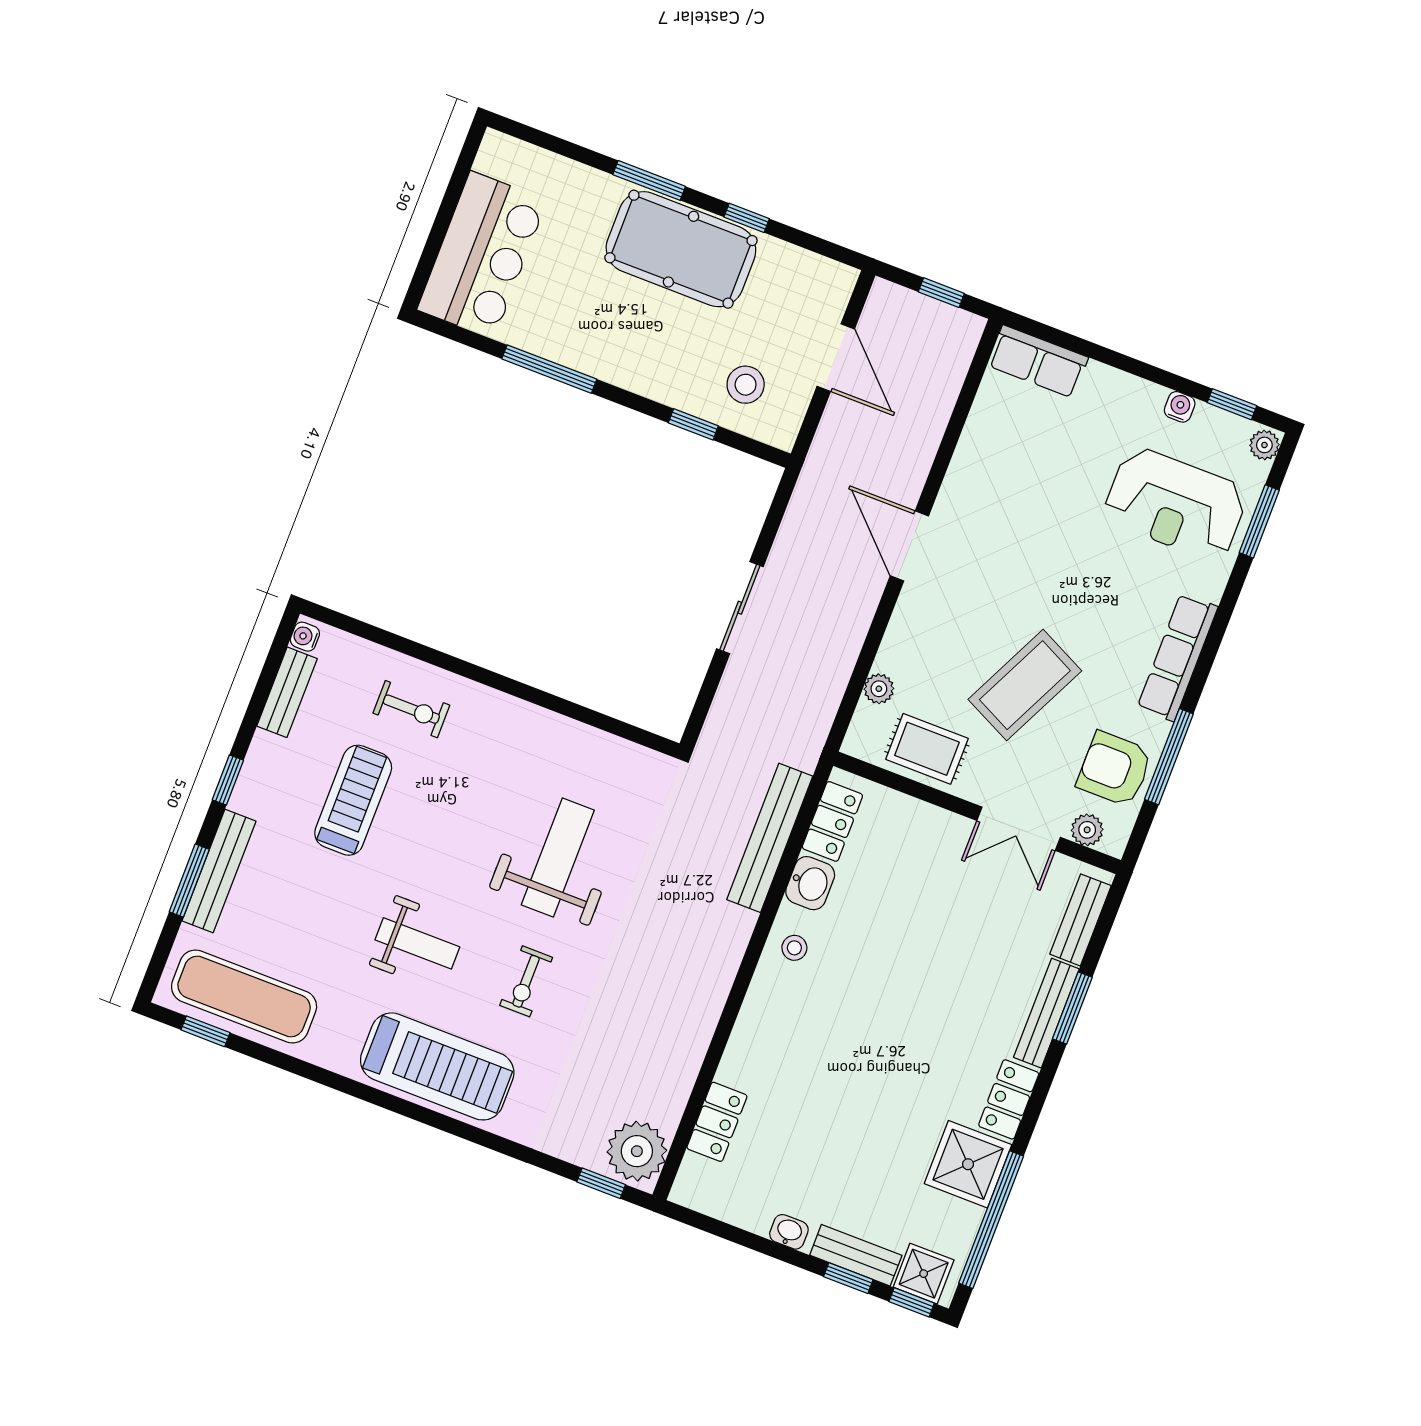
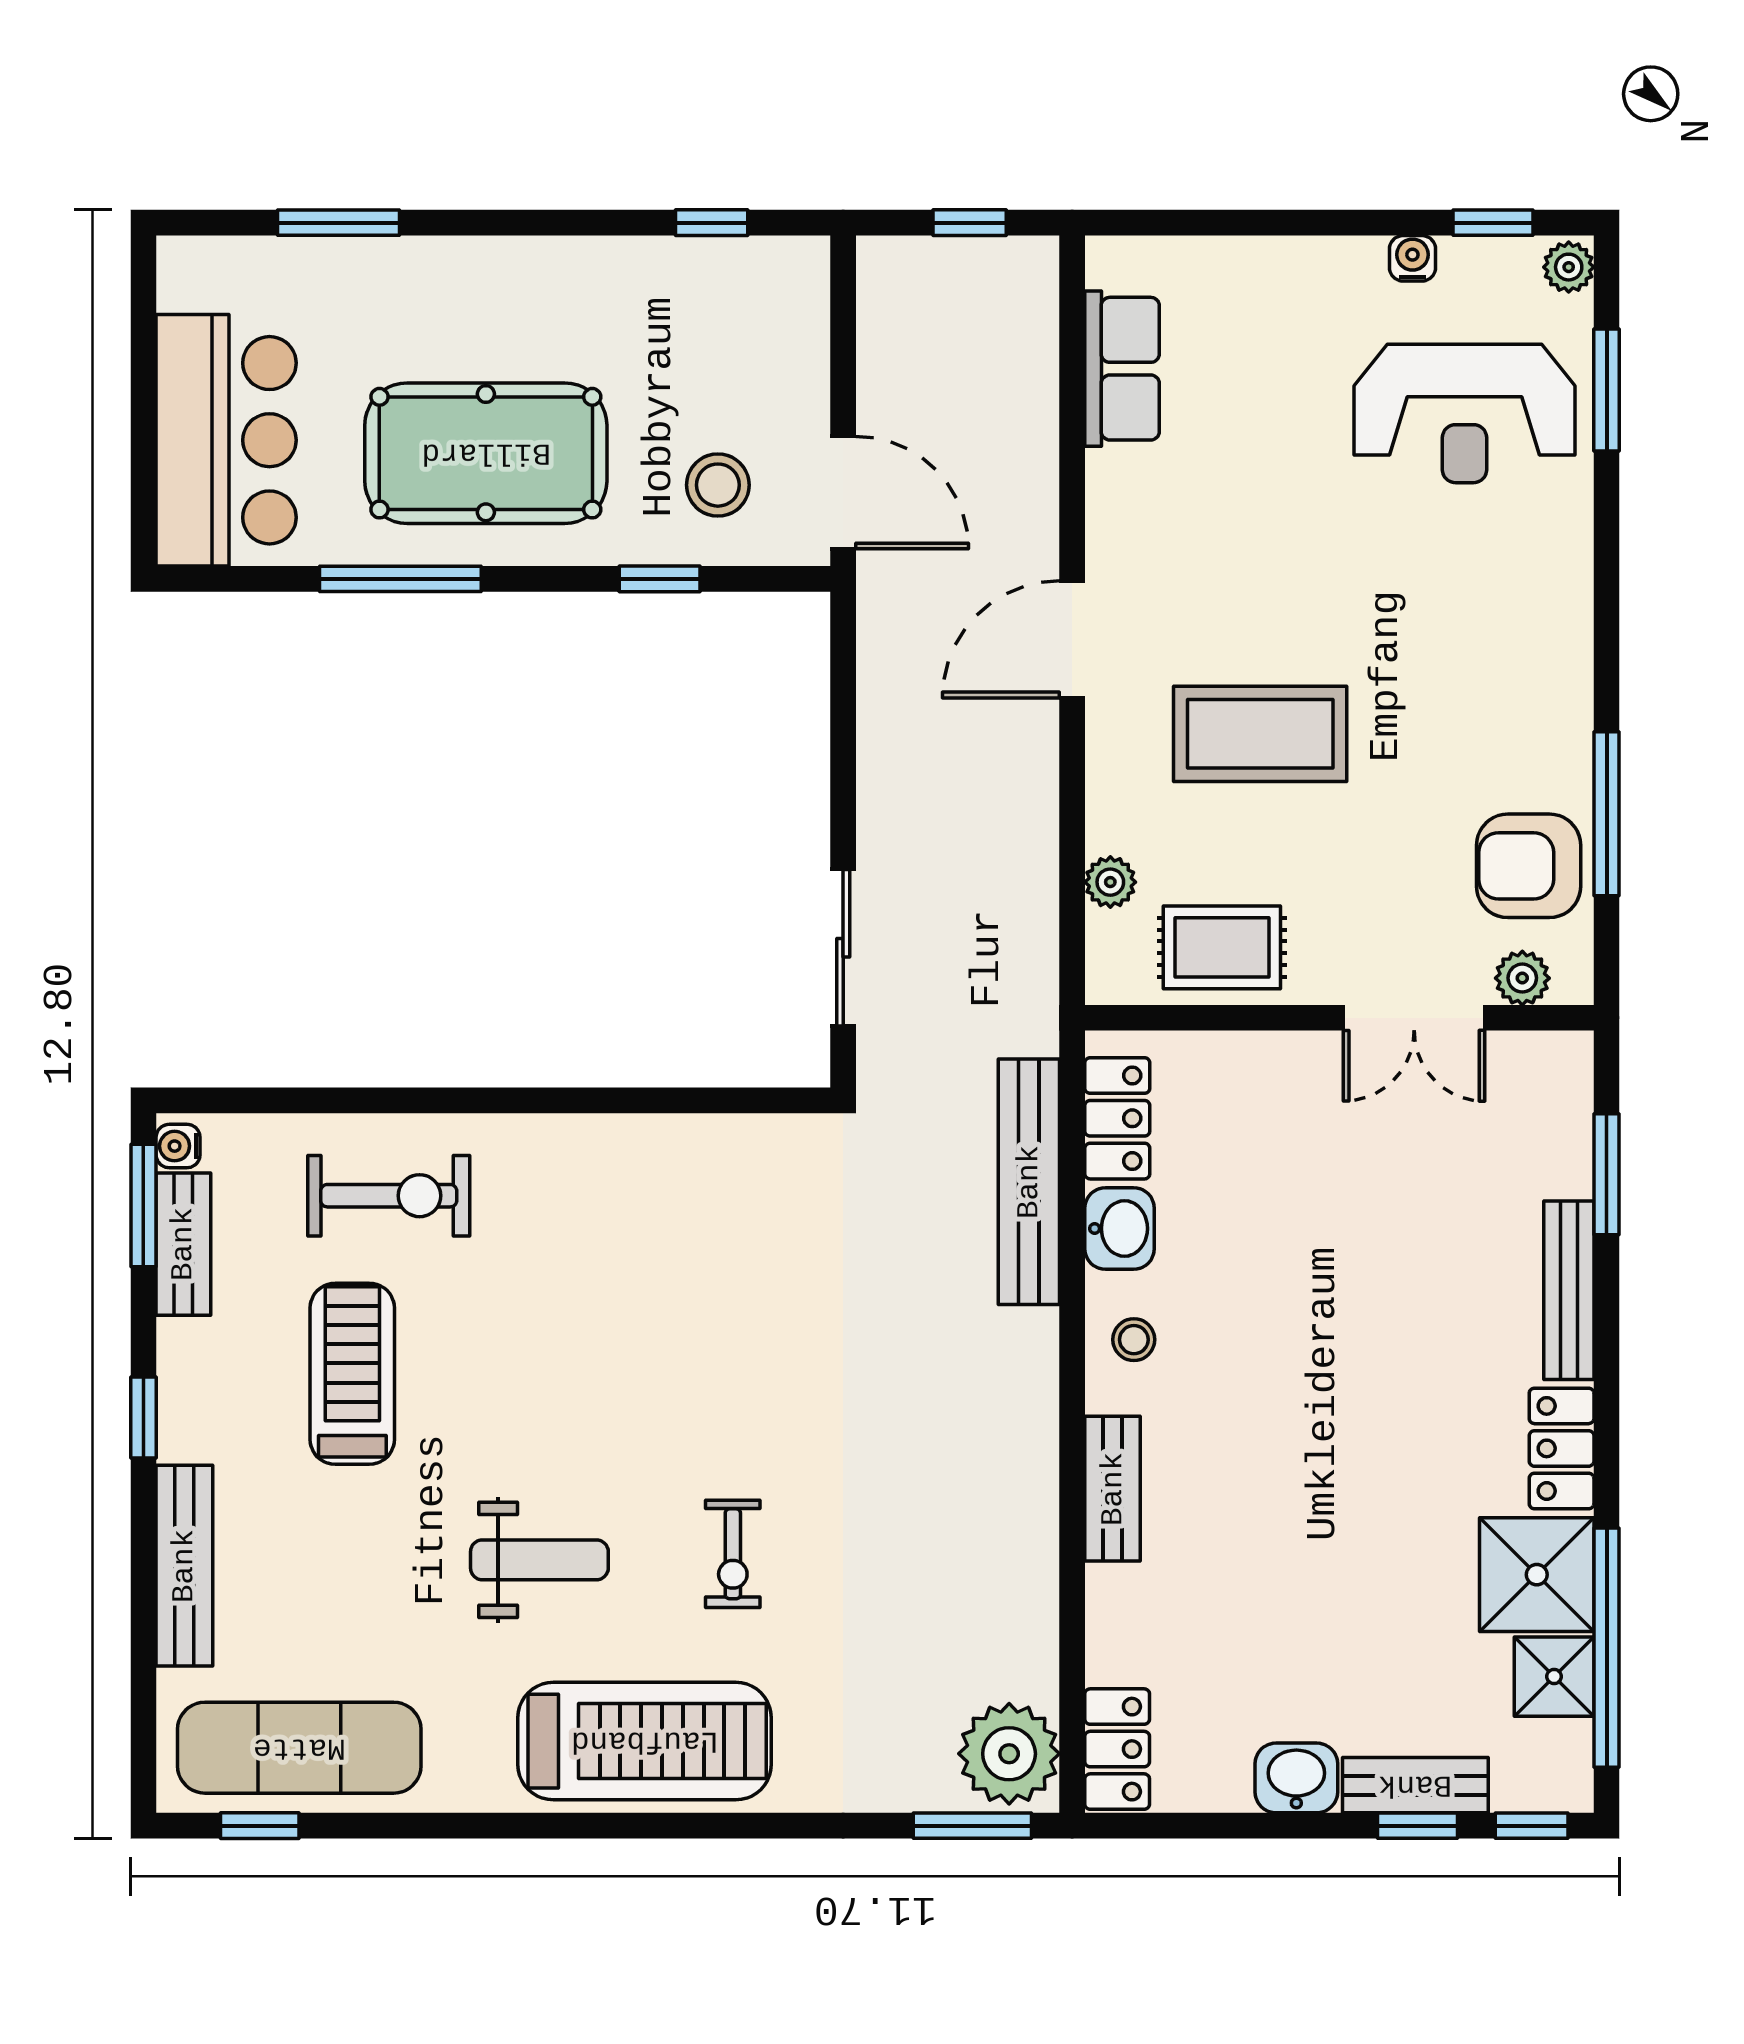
window: (649, 180) -> (338, 223), moved
window: (747, 218) -> (712, 223), moved
pool table: (681, 249) -> (486, 453), moved
door: (836, 358) -> (843, 493), moved
row of seats: (1038, 361) -> (1122, 369), moved, turned -90
door: (909, 546) -> (1072, 639), hinge flipped
sliding door: (740, 608) -> (843, 948), moved
row of seats: (1178, 657) -> (1560, 653), removed
coffee table: (1025, 685) -> (1260, 734), moved, turned 64
exercise bike: (411, 709) -> (389, 1196), width x1.38, depth x1.39
weight bench: (558, 857) -> (708, 1340), removed
window: (189, 881) -> (143, 1206), moved
bench: (1081, 920) -> (1113, 1489), moved
window: (1072, 1008) -> (1607, 1174), moved
locker: (717, 1122) -> (1117, 1749), moved
window: (601, 1183) -> (972, 1826), width x1.50
washbasin: (789, 1232) -> (1296, 1778), width x1.38, depth x1.45
shower: (924, 1274) -> (1554, 1677), moved

